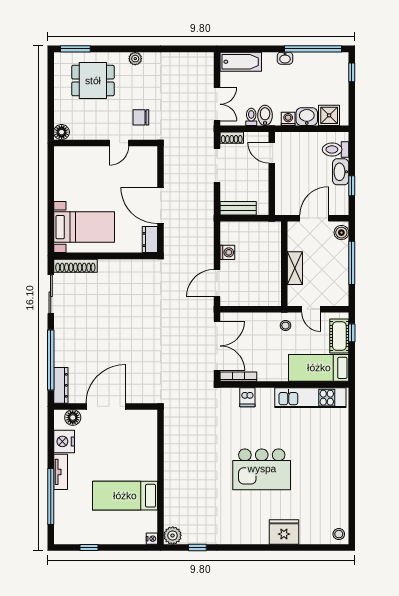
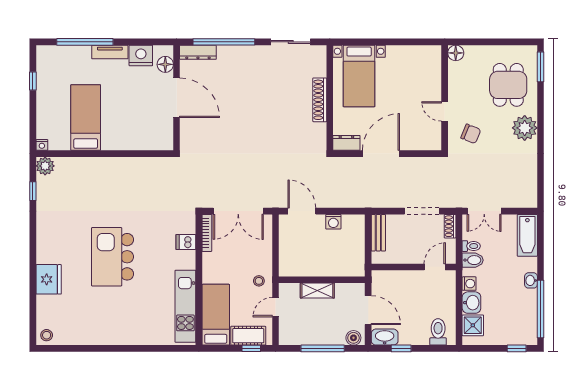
plant: (135, 59) -> (525, 128), width x1.87, depth x1.87
chair: (141, 117) -> (471, 134), turned 112
washbasin: (341, 172) -> (385, 337), moved
shoe rack: (75, 266) -> (320, 100), moved

